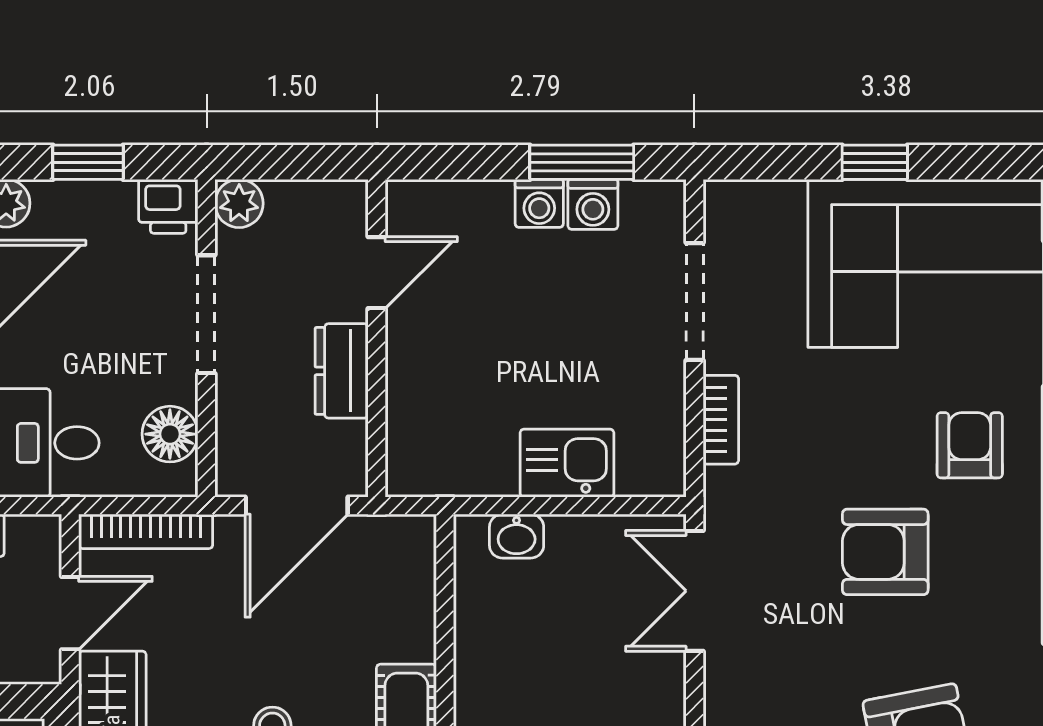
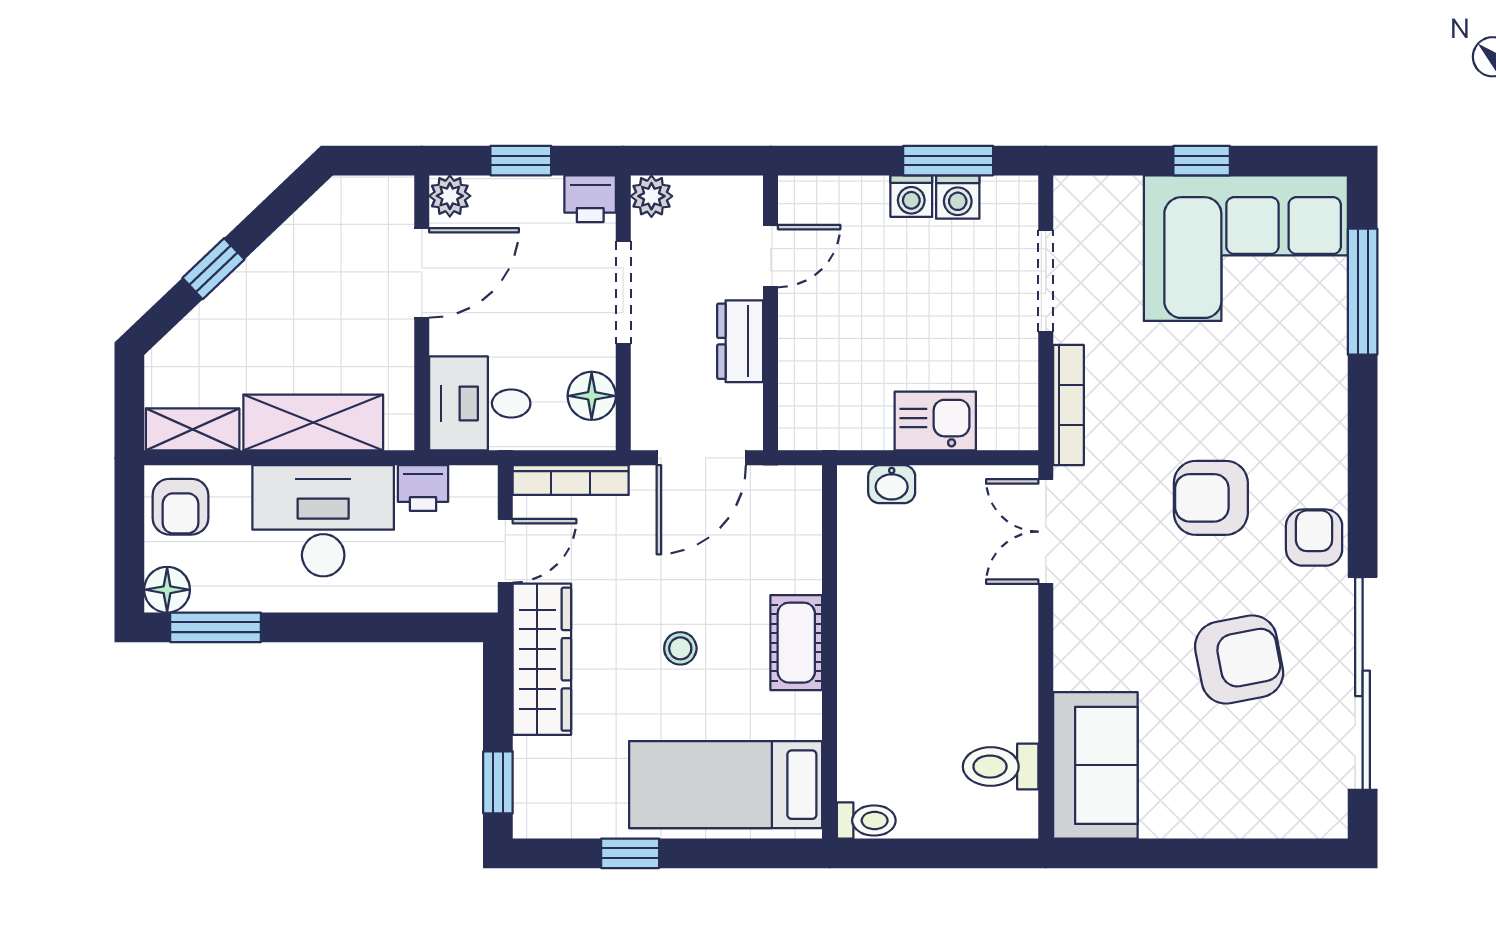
bookcase: (721, 420) -> (1068, 405), width x1.56
armchair: (970, 445) -> (1314, 538), moved

